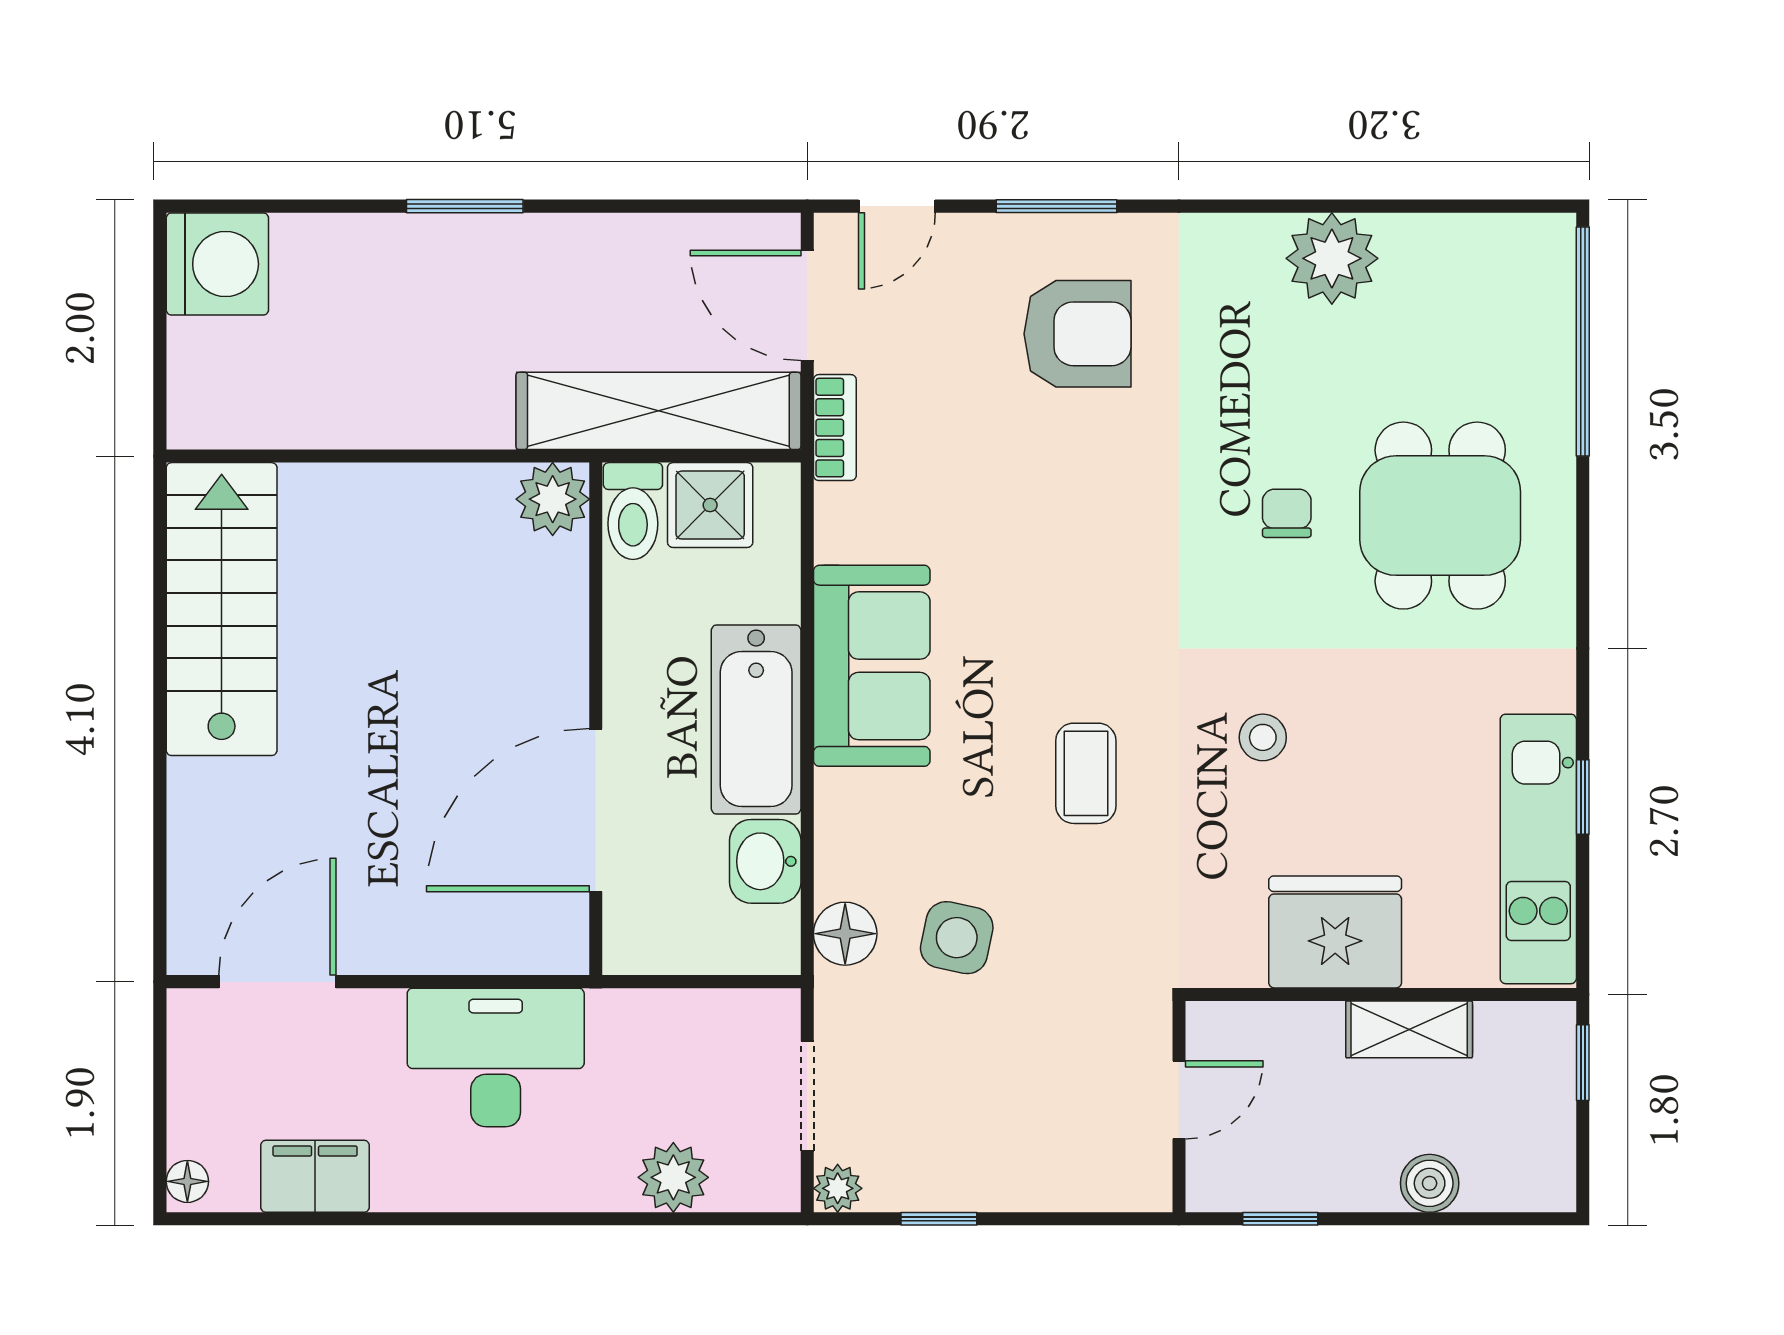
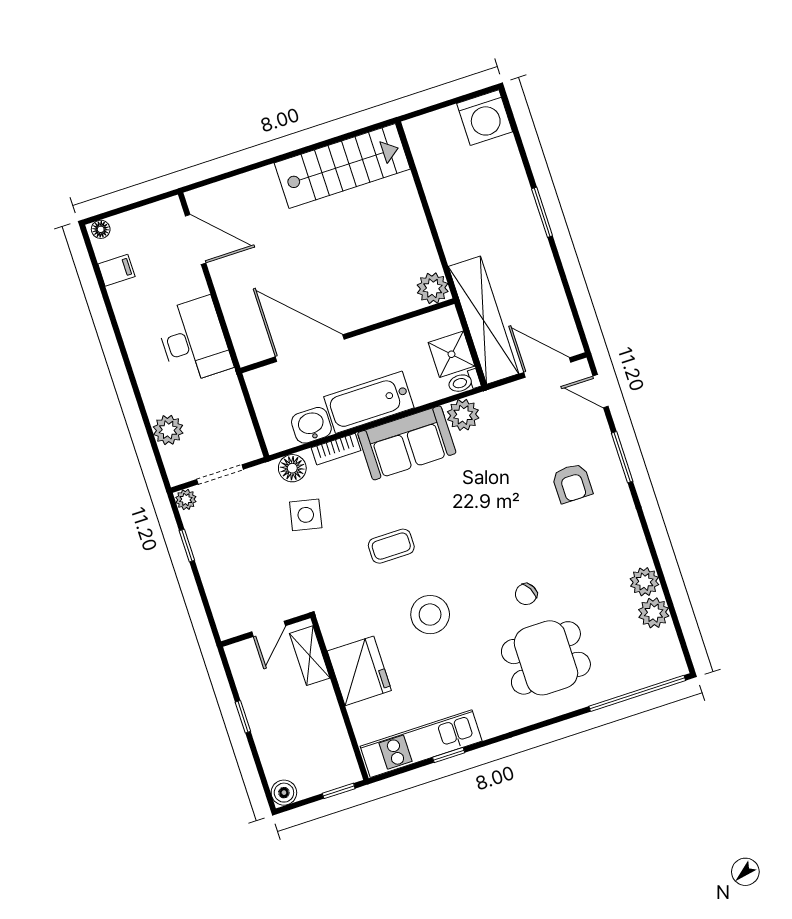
plant: (1419, 248) -> (654, 613), added
plant: (1332, 258) -> (644, 582), width x0.73, depth x0.73
door: (807, 305) -> (547, 367), hinge flipped
armchair: (1078, 334) -> (572, 483), width x0.72, depth x0.72
bookcase: (835, 428) -> (336, 449), moved
toilet: (633, 511) -> (464, 382), moved, width x0.73, depth x0.72
chair: (1287, 513) -> (526, 594), turned 152
plant: (851, 523) -> (463, 415), added
stool: (1263, 737) -> (430, 615), width x1.89, depth x1.89
shelving: (1409, 1029) -> (310, 656), moved
door: (1179, 1100) -> (269, 629), hinge flipped
filing cabinet: (315, 1176) -> (116, 270), width x0.50
boiler: (1430, 1183) -> (284, 793), moved
window: (1280, 1219) -> (243, 717), moved

